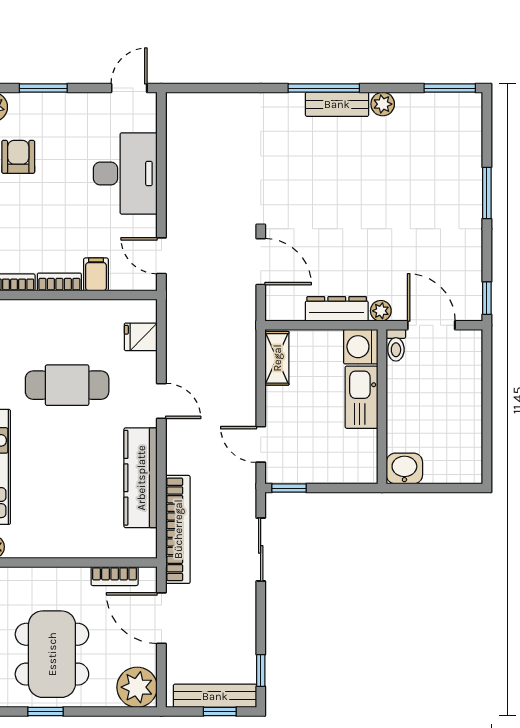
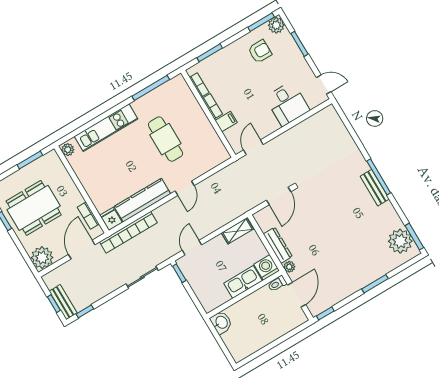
plant: (383, 104) -> (400, 241), moved, width x1.87, depth x1.87
desk: (125, 173) -> (287, 104), width x0.73
fridge: (141, 337) -> (111, 219), moved
bench: (215, 696) -> (63, 302), width x0.73

